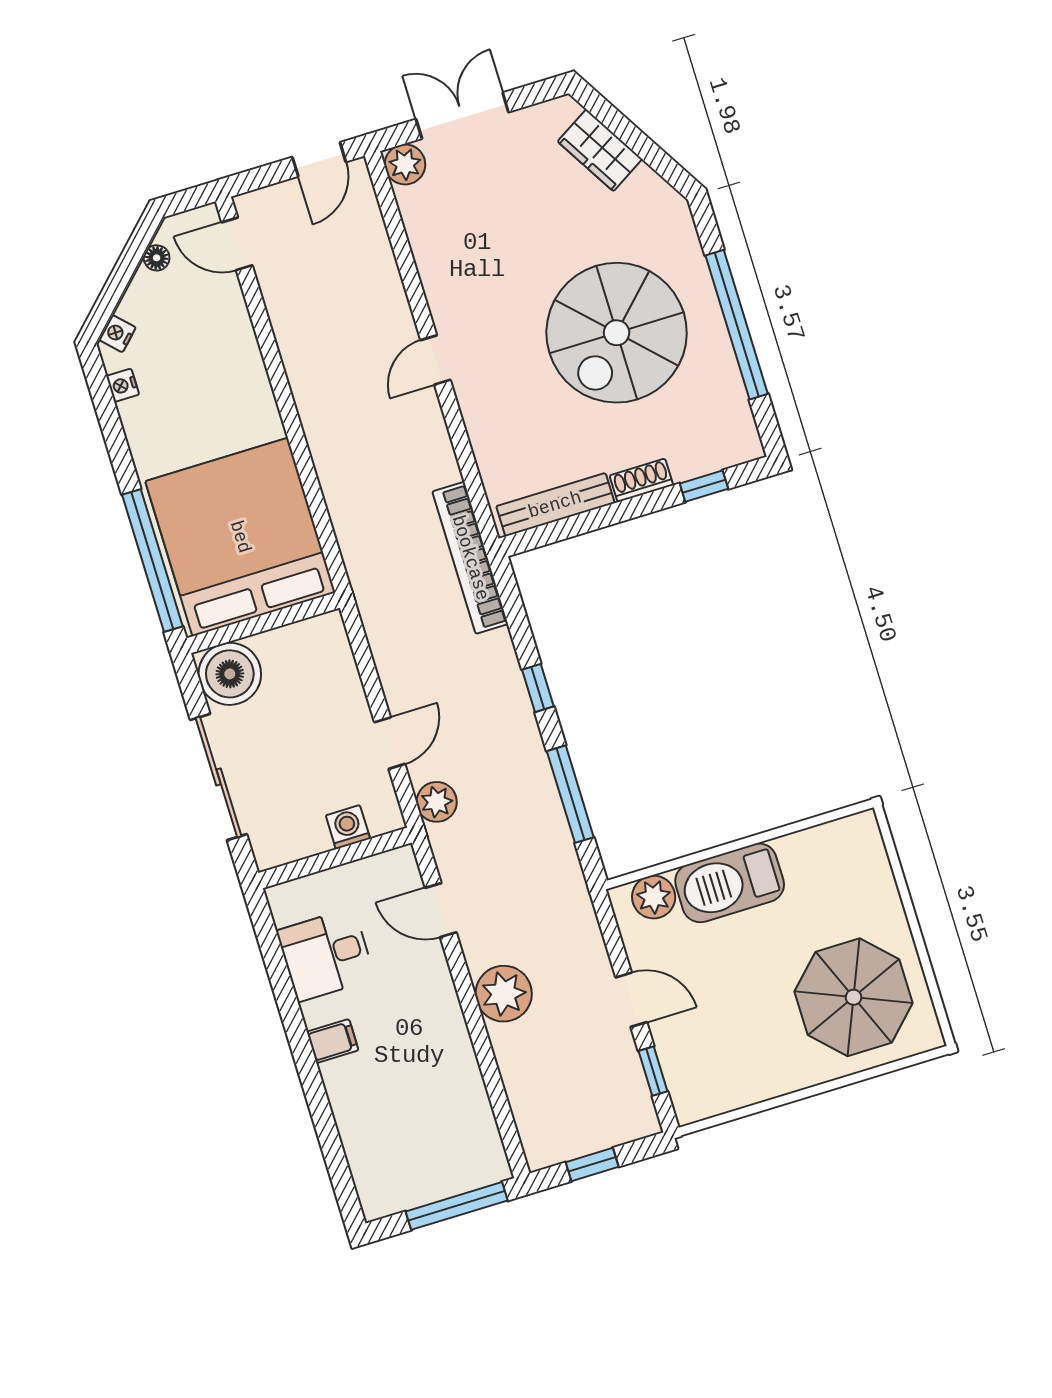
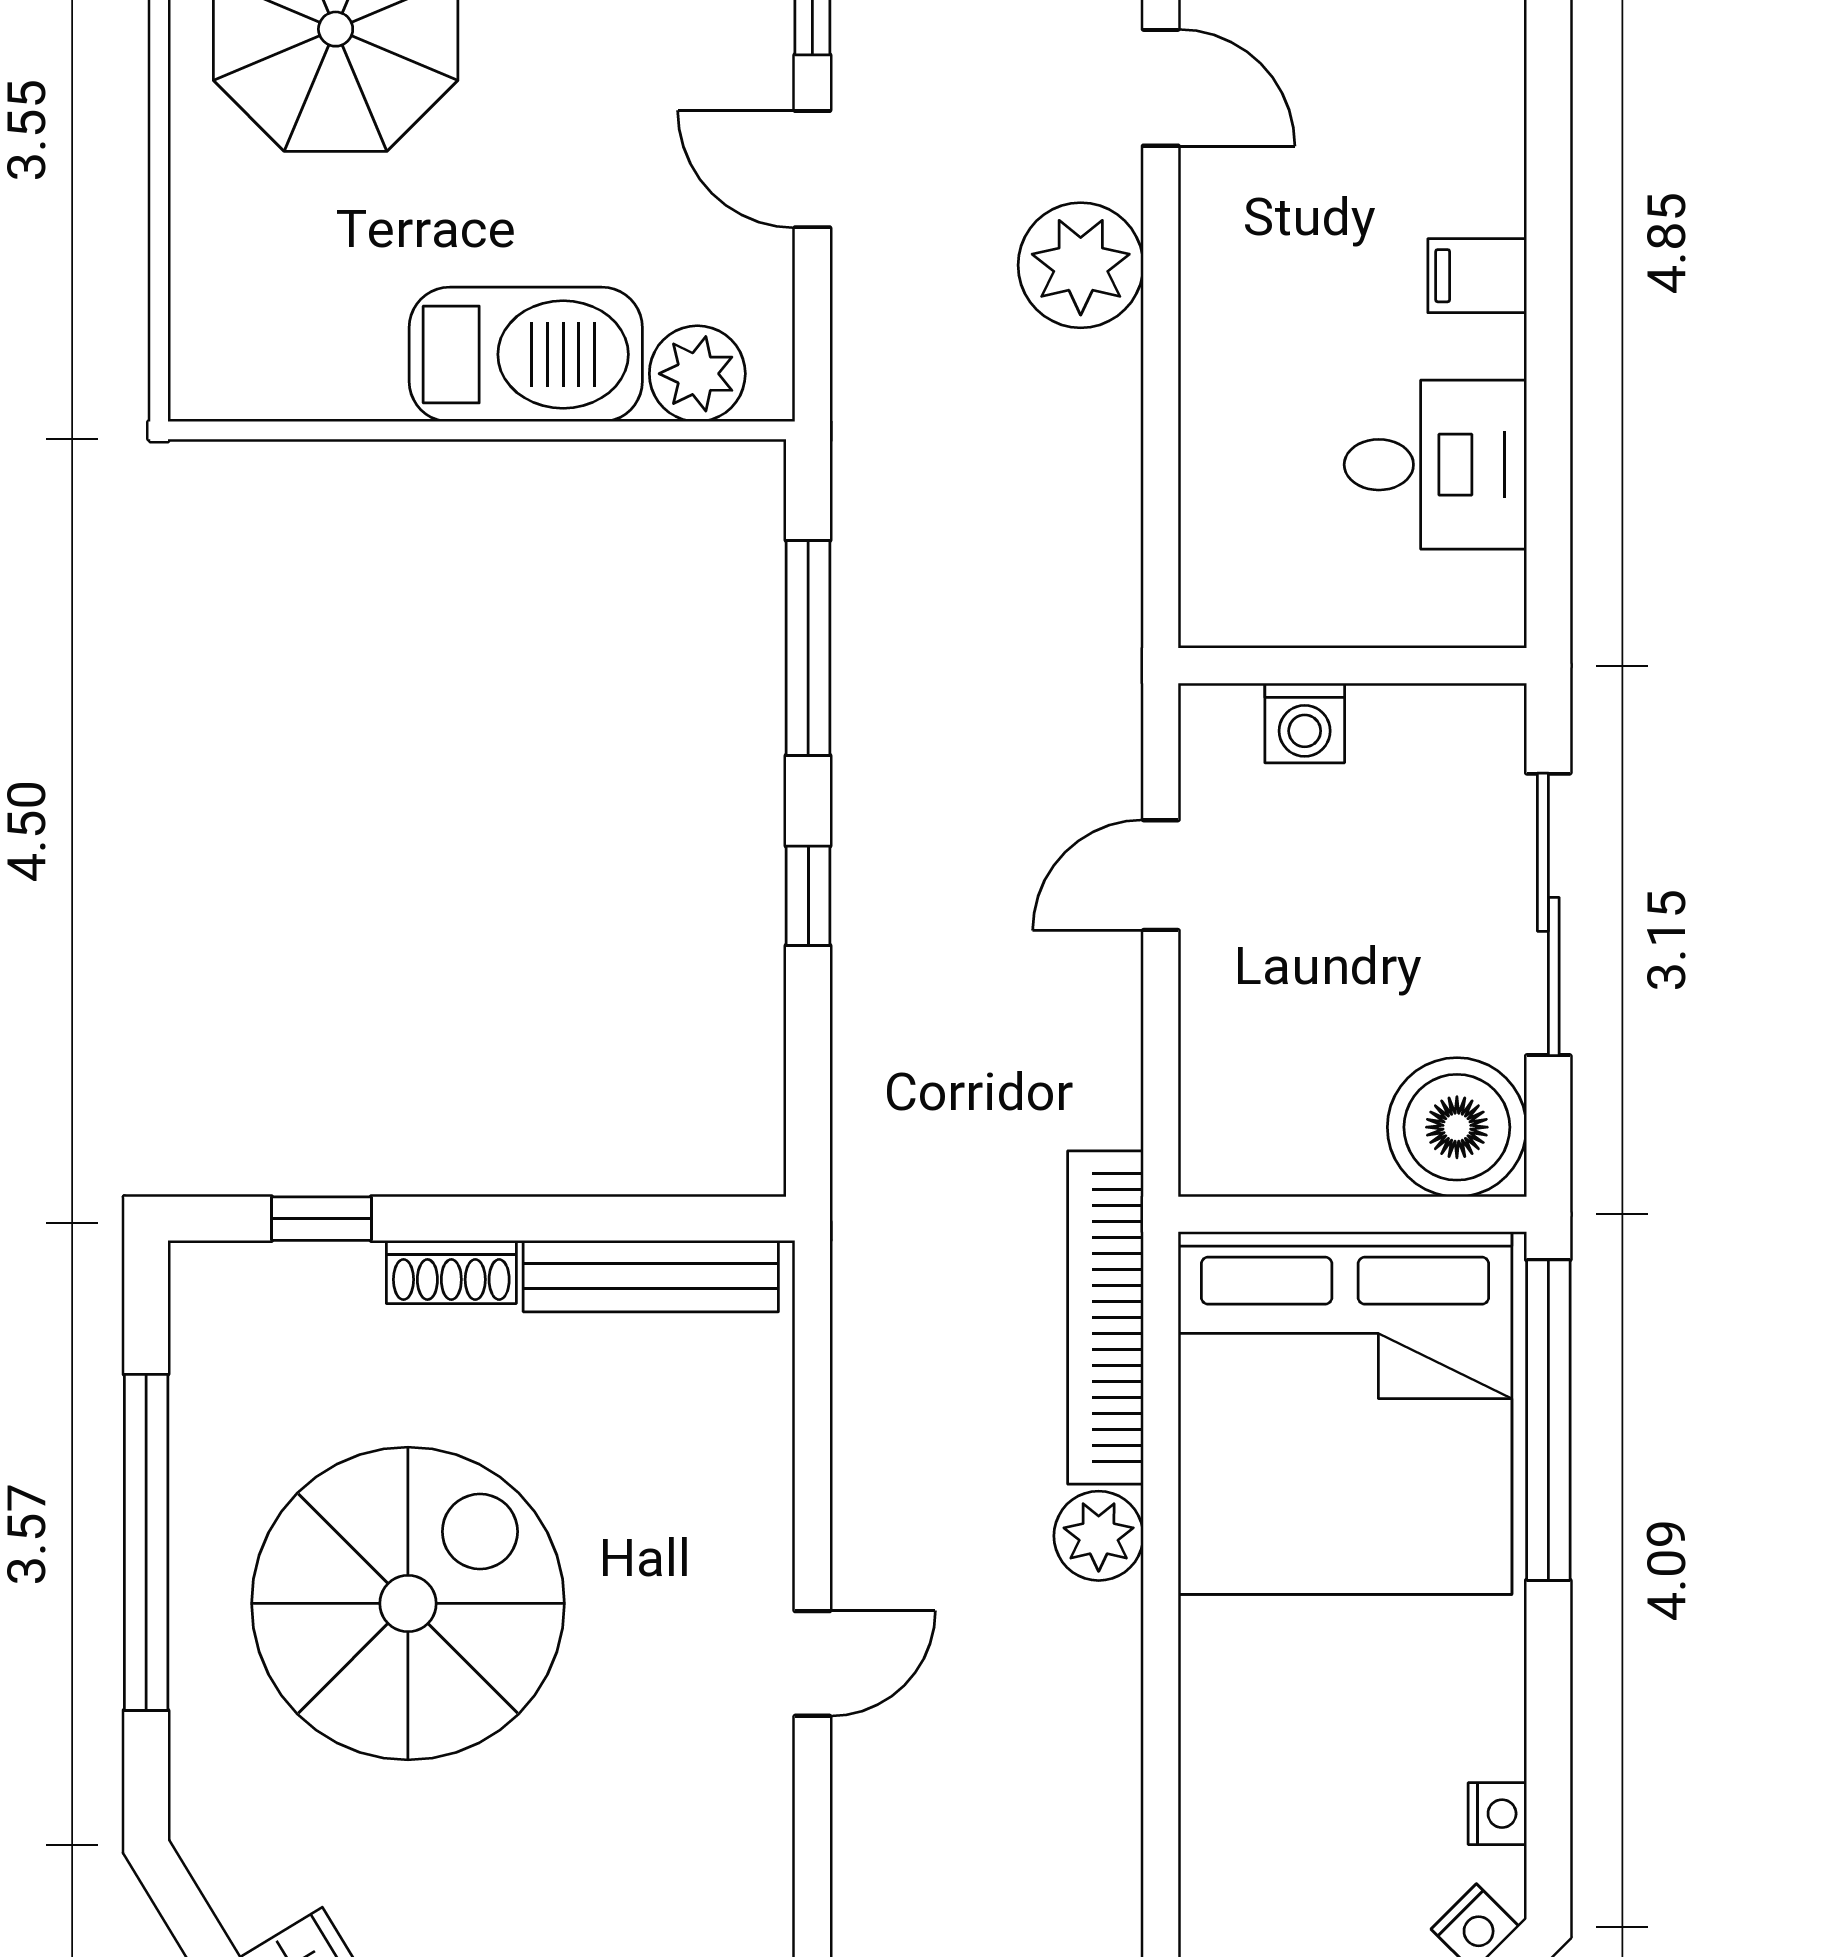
bookcase: (470, 558) -> (1105, 1317), moved, turned 180
plant: (437, 802) -> (1099, 1536), moved
door: (441, 910) -> (1161, 88), moved

